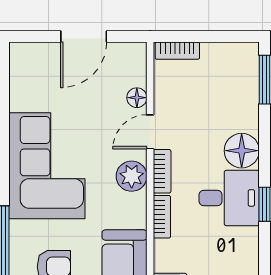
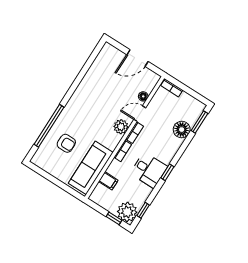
floor lamp: (242, 151) -> (182, 130), moved
corner sofa: (47, 166) -> (89, 101), removed
desk: (229, 198) -> (149, 170), moved

